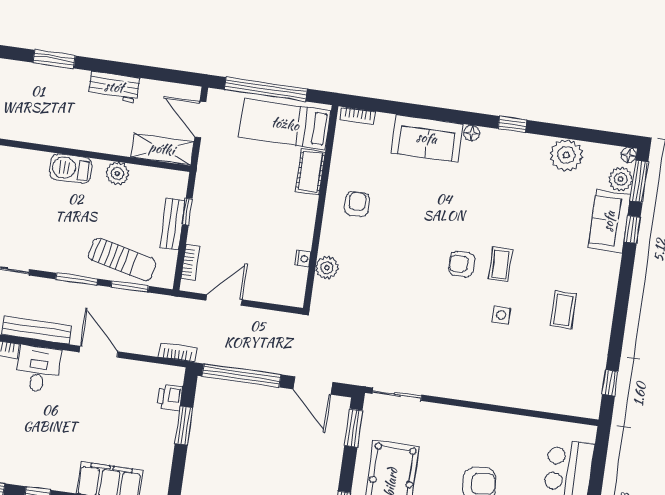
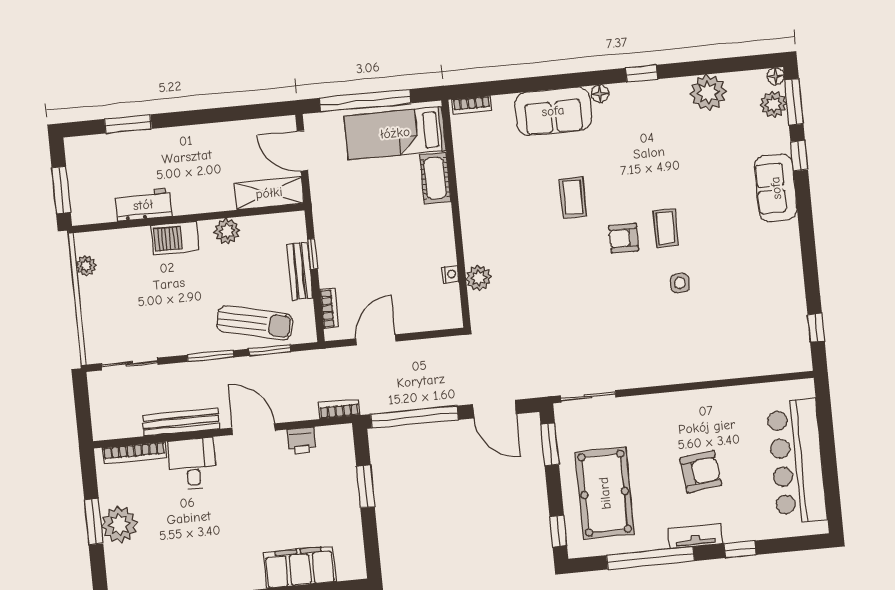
workbench: (114, 87) -> (143, 205), moved, turned 180
armchair: (357, 204) -> (495, 201), removed
sofa: (609, 221) -> (776, 188), moved
coffee table: (563, 310) -> (573, 197), moved
printer: (170, 397) -> (302, 441), moved, turned -90

